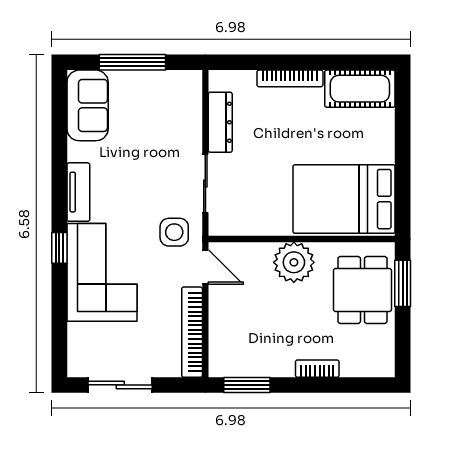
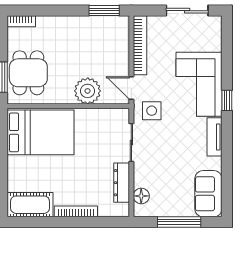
floor lamp: (190, 102) -> (141, 196), added
plant: (294, 262) -> (88, 91), moved
bookcase: (317, 369) -> (21, 21), moved

